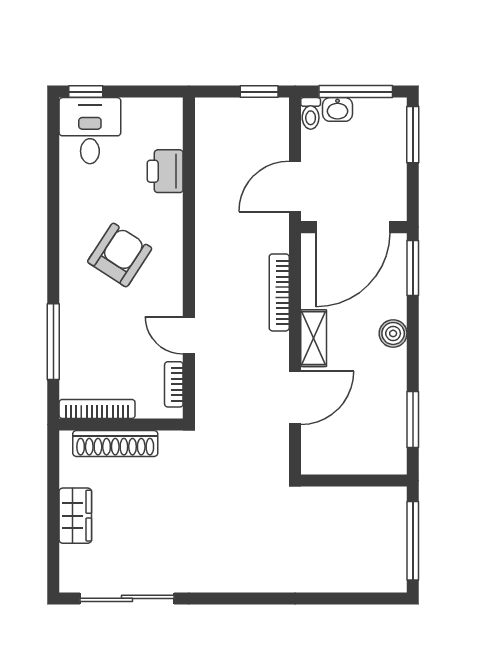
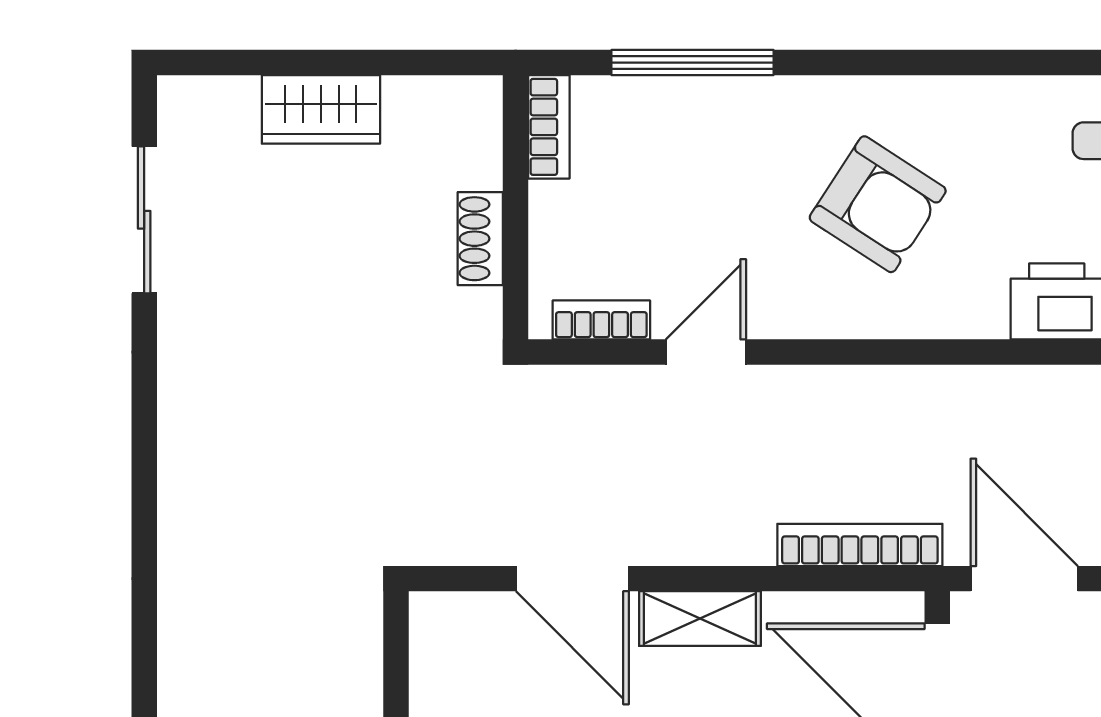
bookcase: (279, 292) -> (860, 545), moved
bookcase: (97, 409) -> (549, 127), width x0.64
shoe rack: (115, 444) -> (480, 239), width x0.51, depth x0.81
sliding door: (127, 598) -> (144, 220), width x0.73

